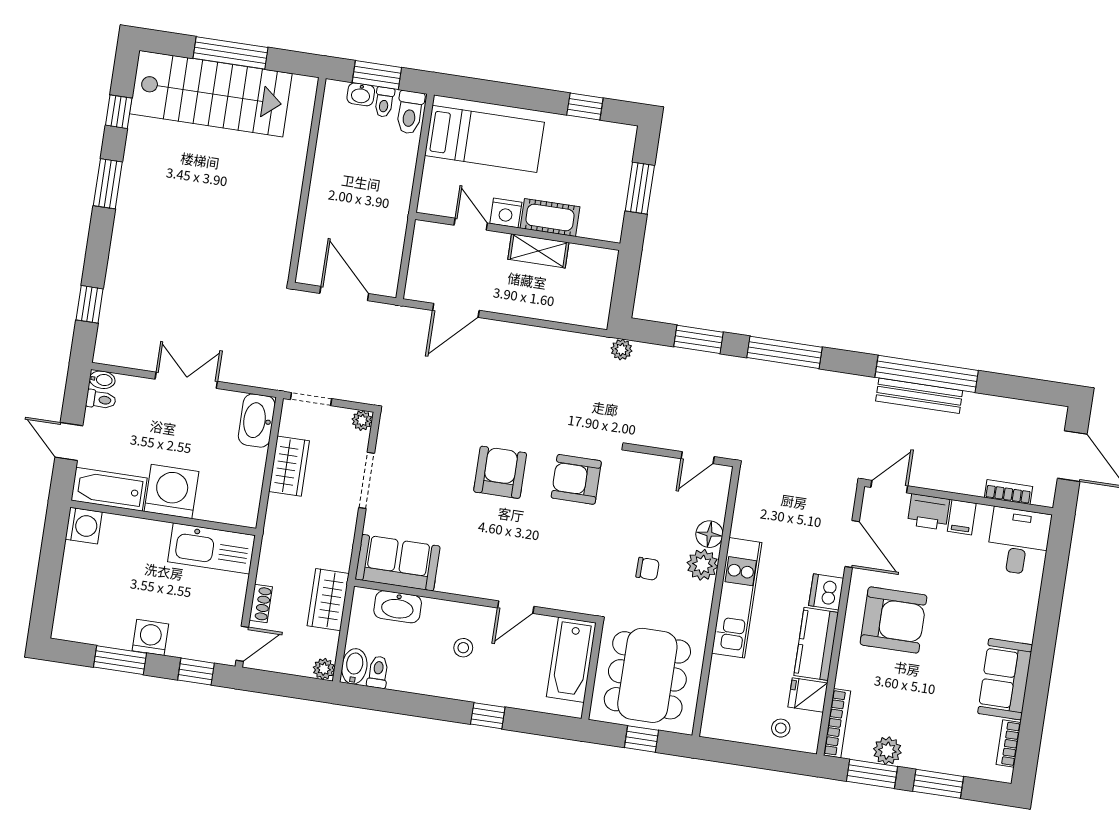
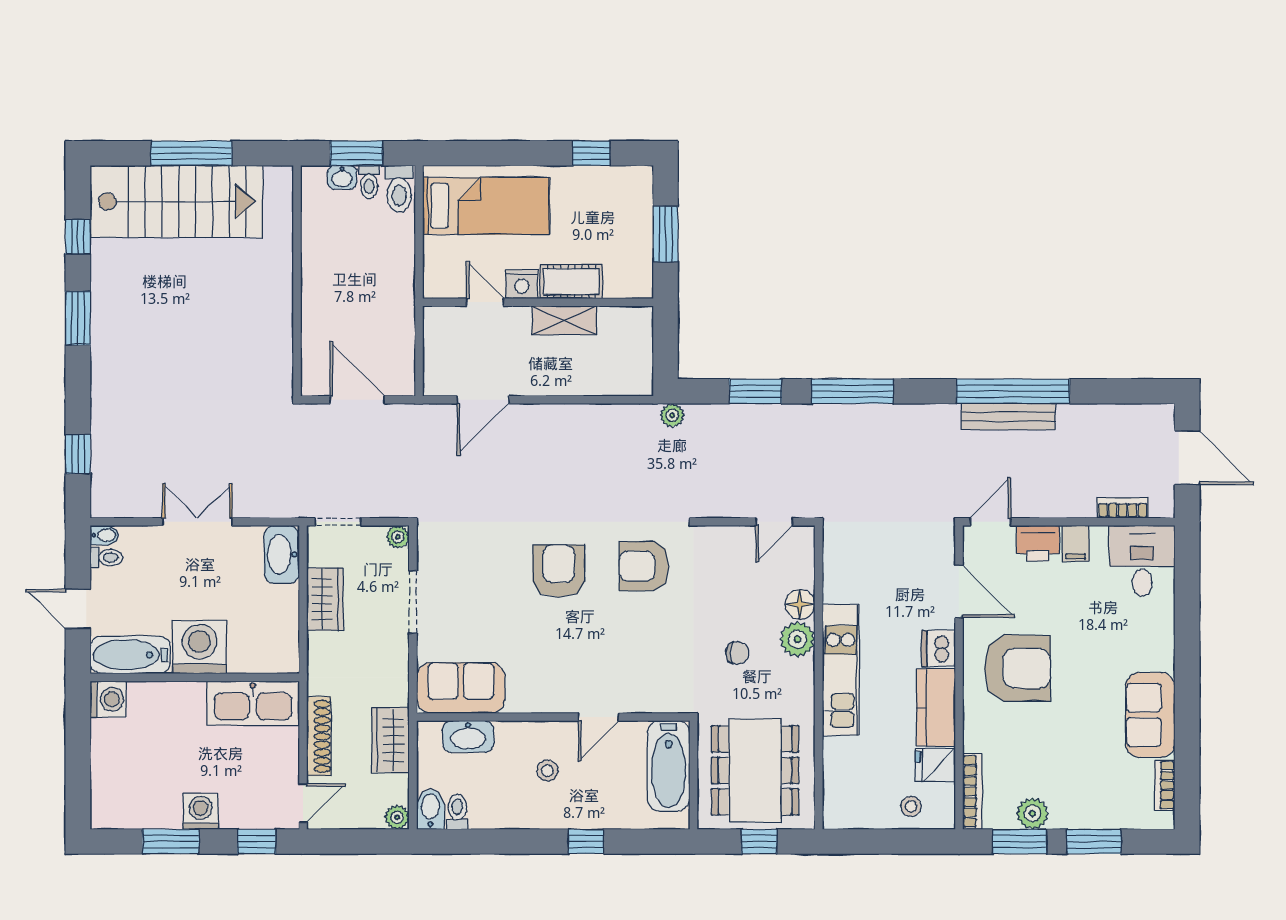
shoe rack: (261, 604) -> (319, 736), width x1.94, depth x1.24

